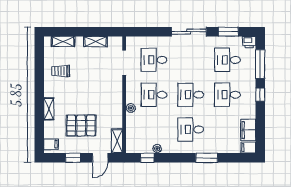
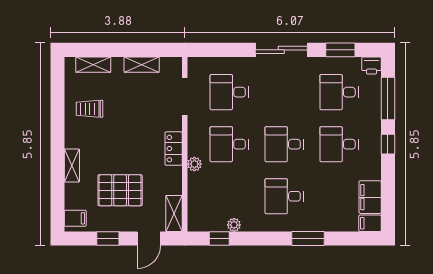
locker: (117, 98) -> (174, 149), added

